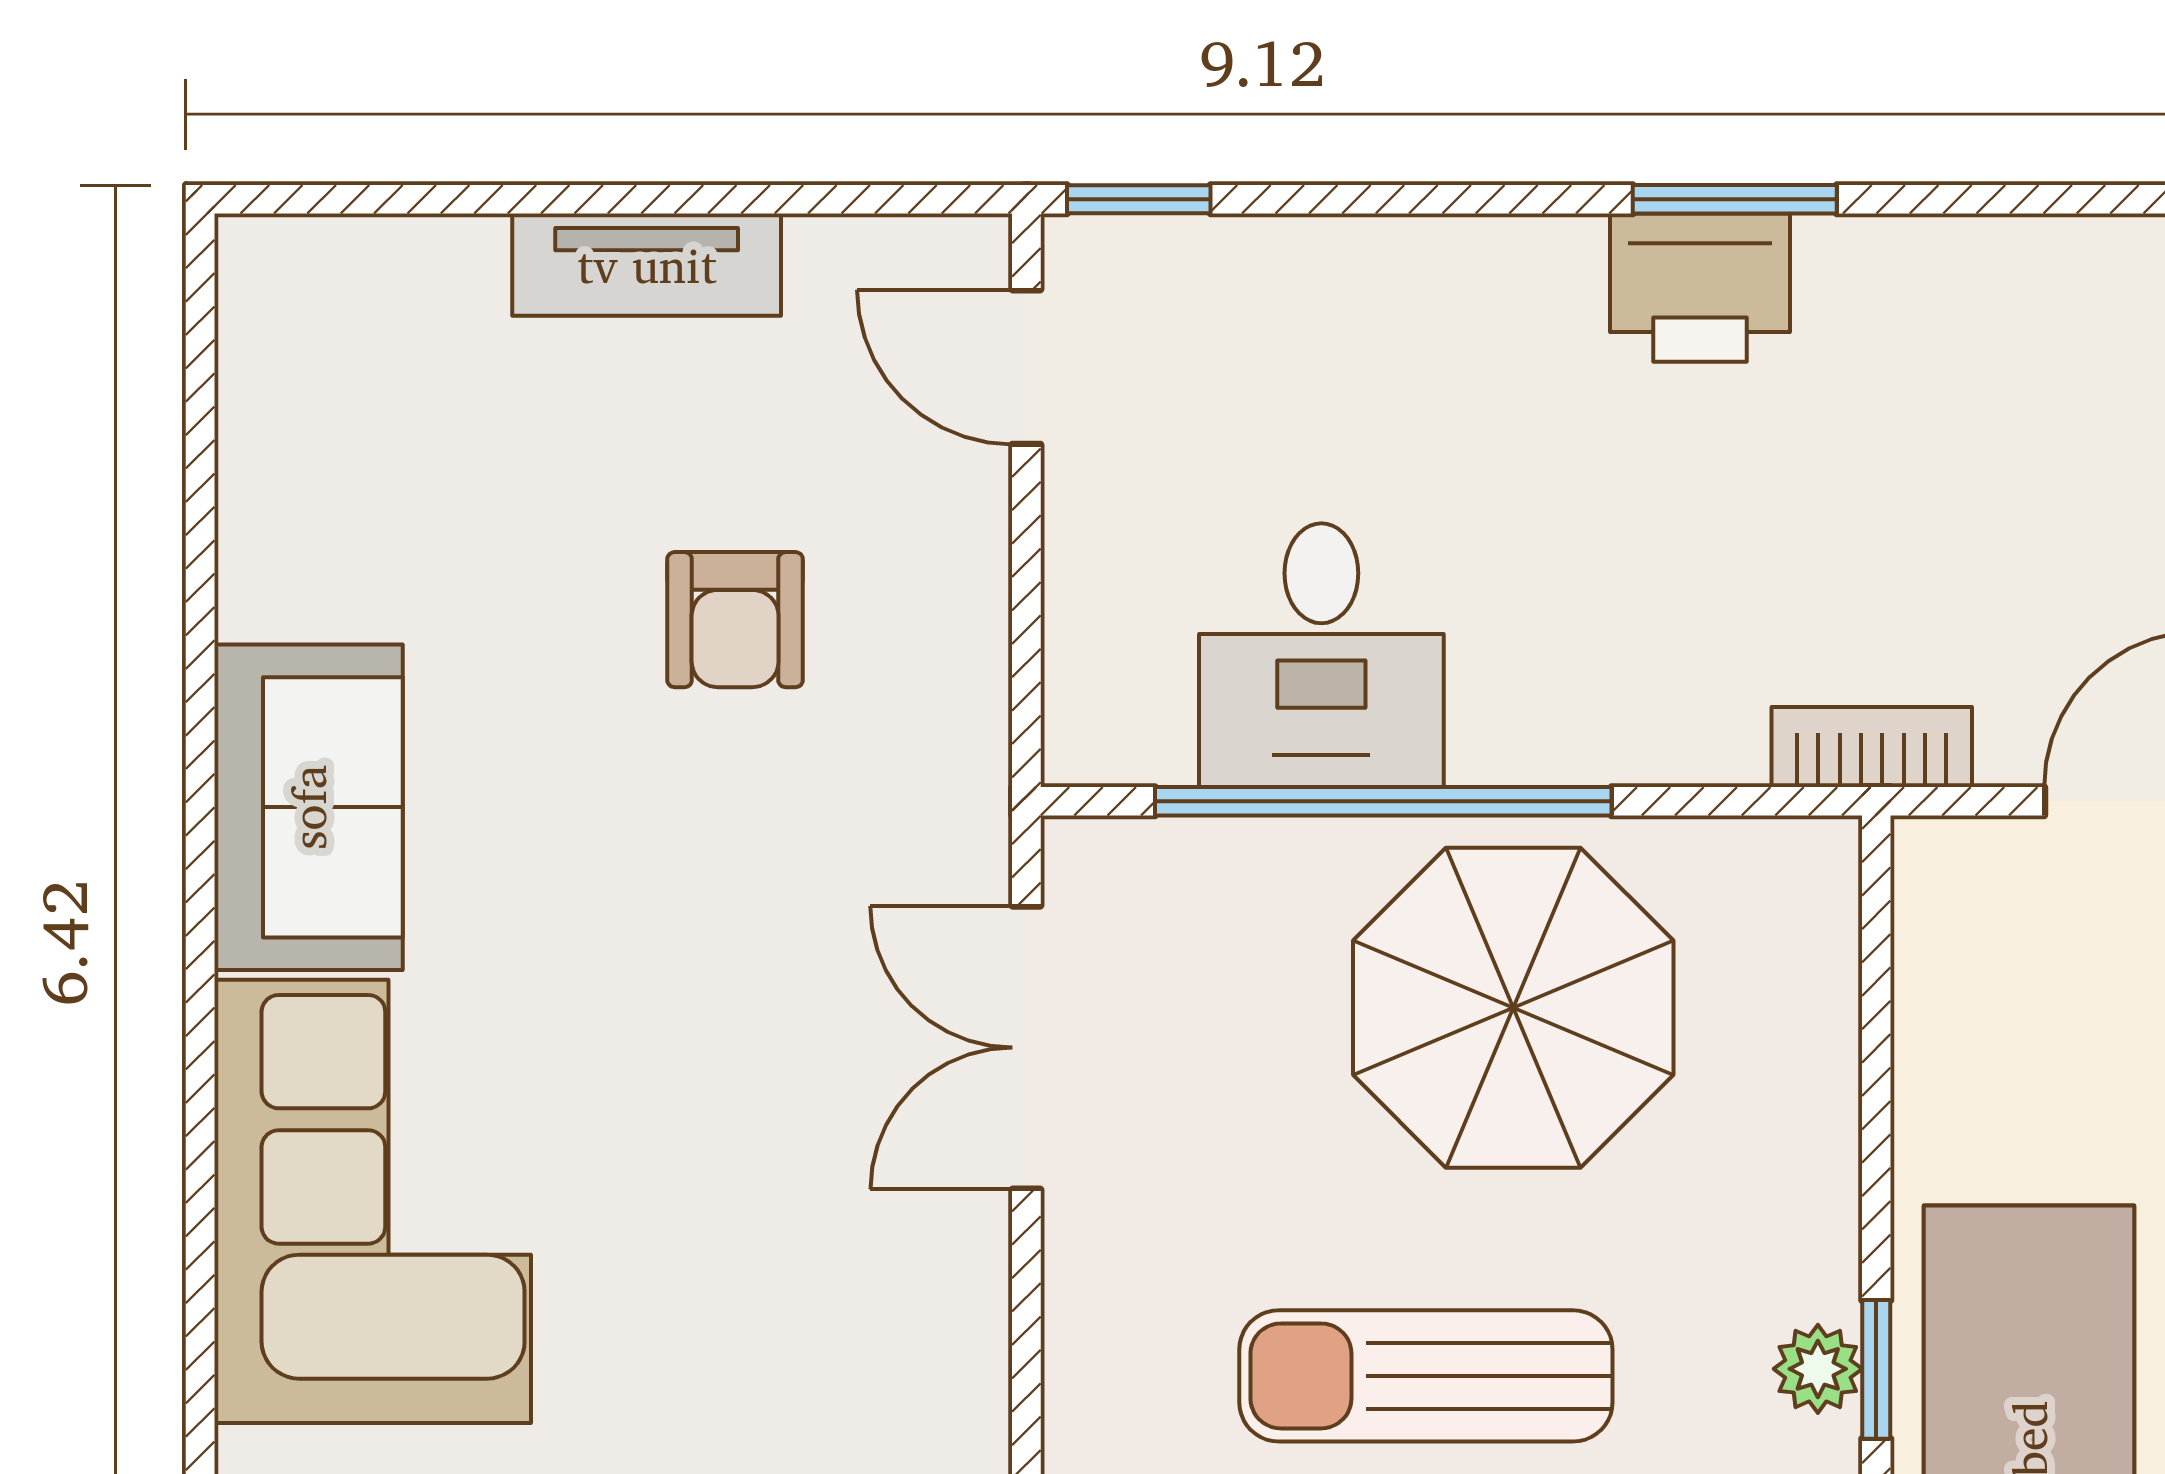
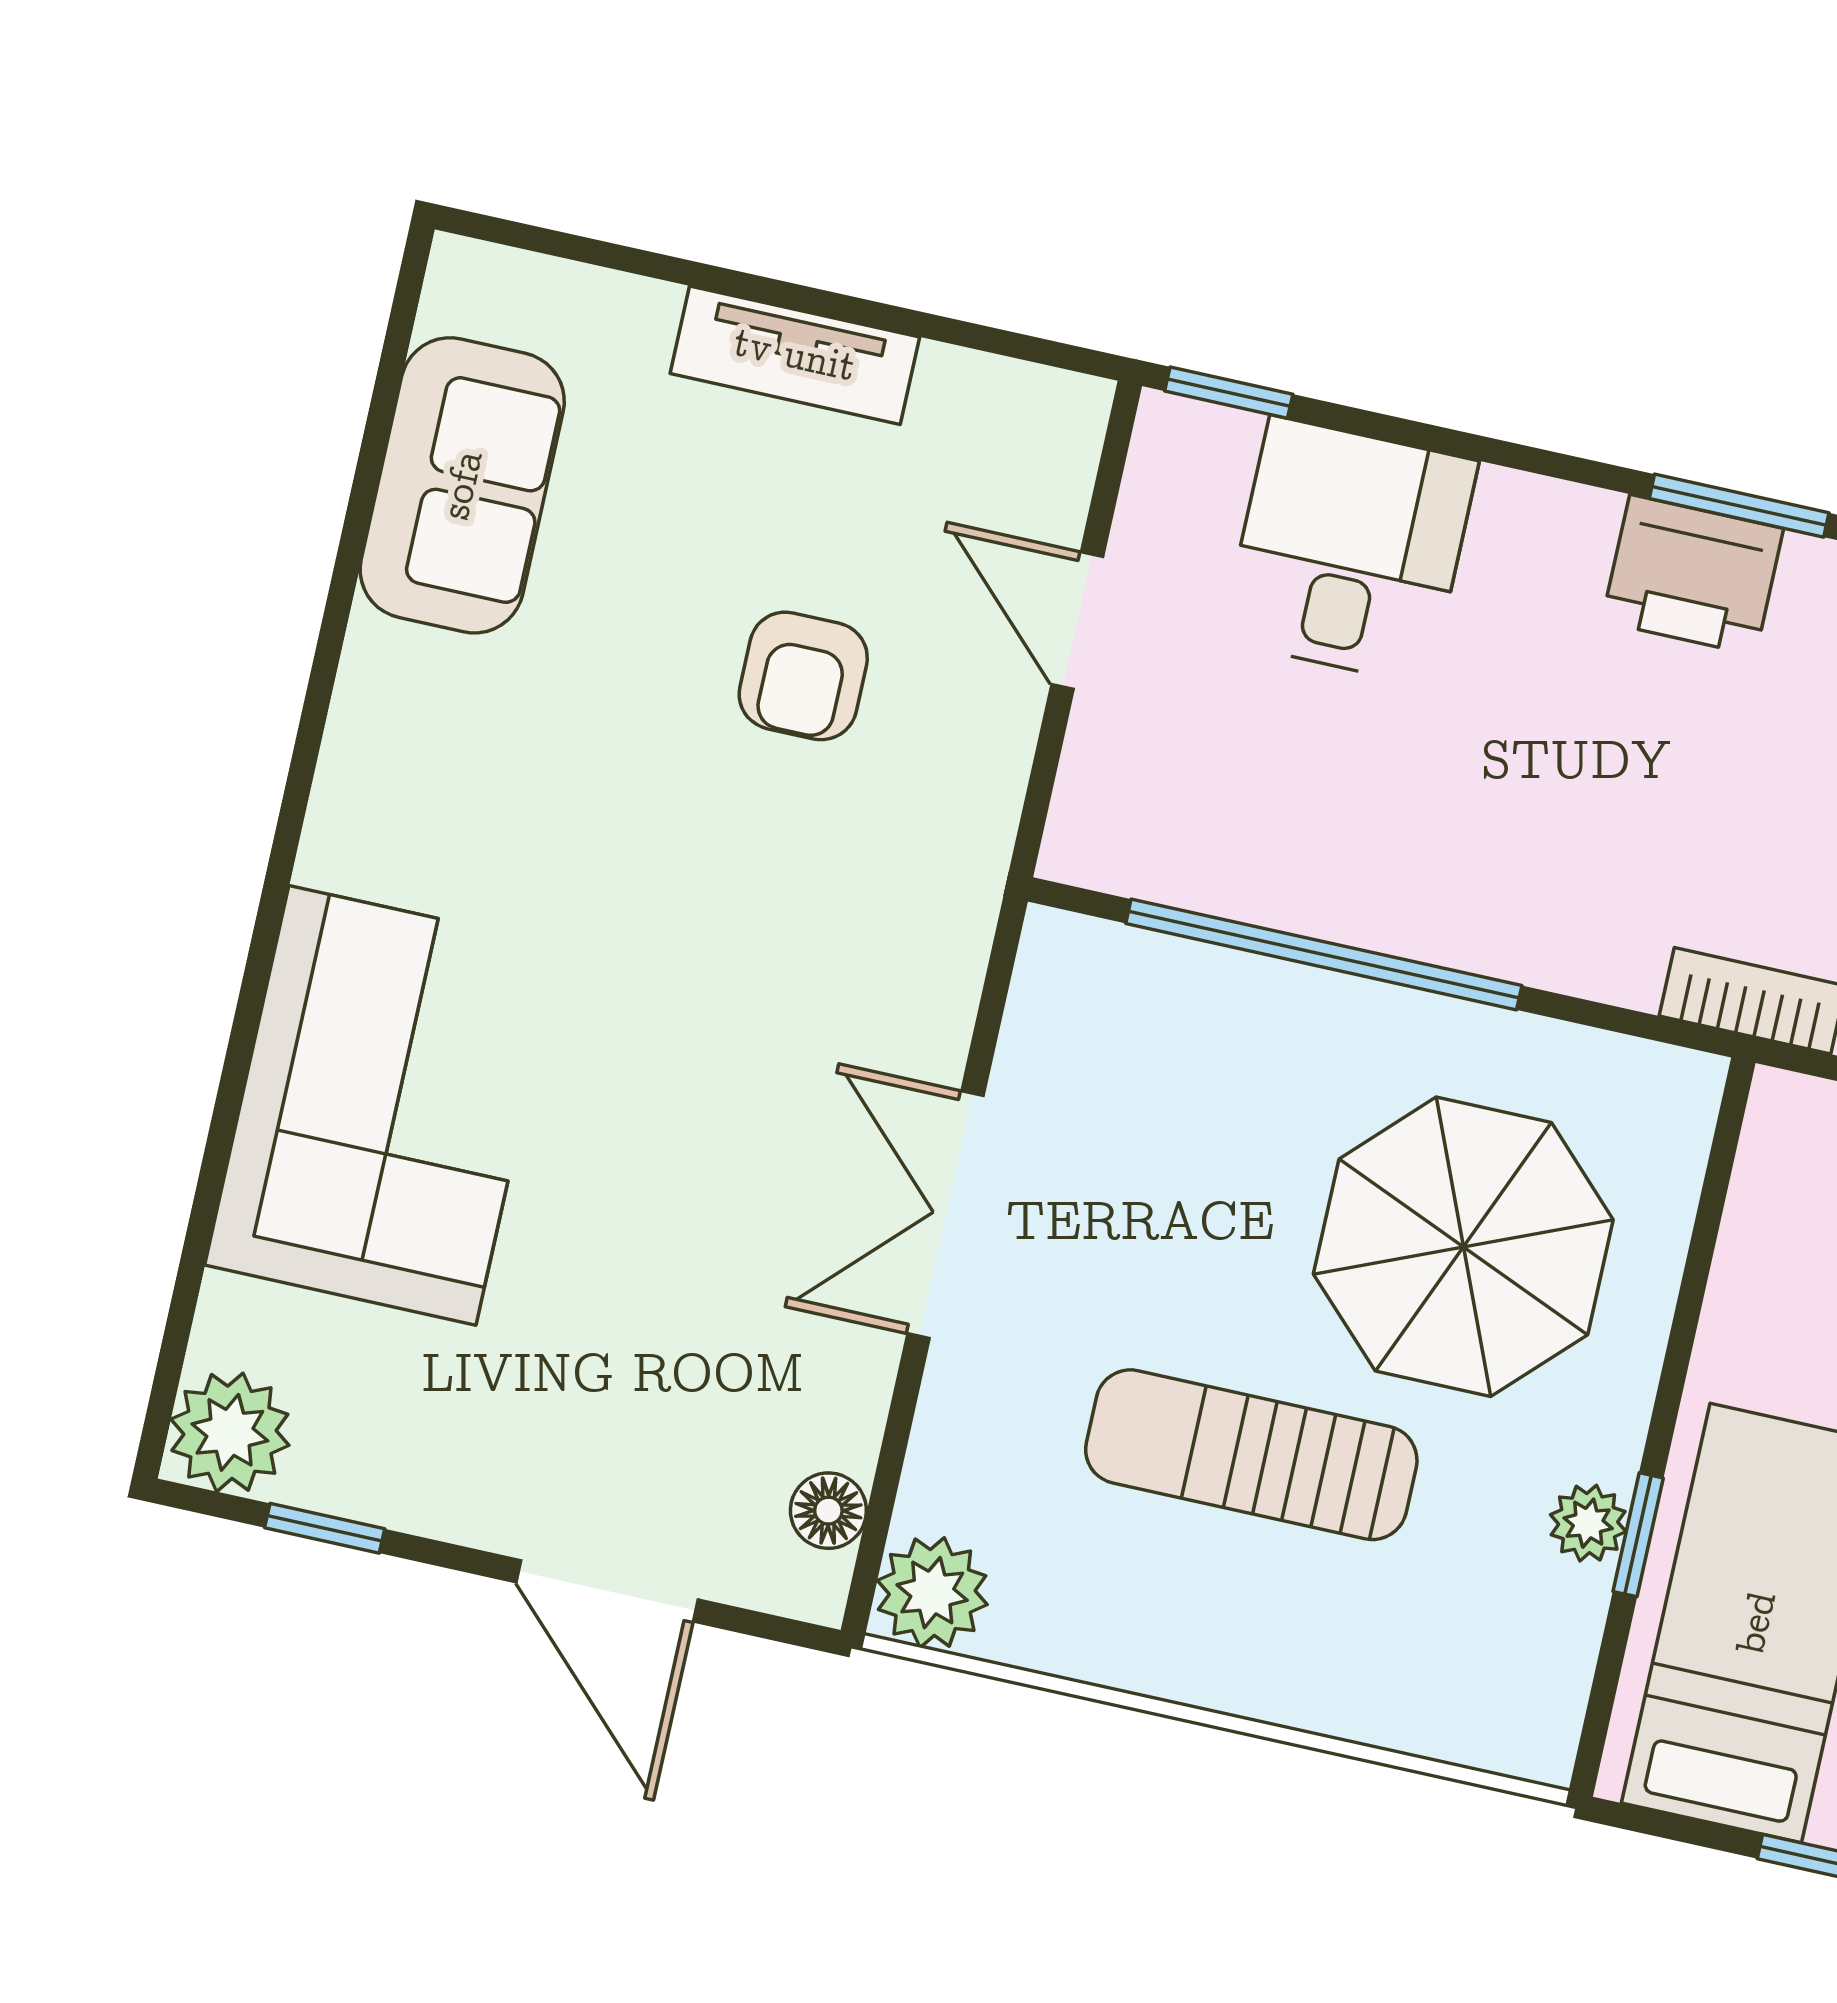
door: (1026, 367) -> (1077, 621), moved
desk: (1321, 655) -> (1350, 551), moved, turned 180
sofa: (308, 807) -> (462, 485), moved
parasol: (1513, 1008) -> (1463, 1247), moved
double door: (1026, 1048) -> (946, 1215), moved

